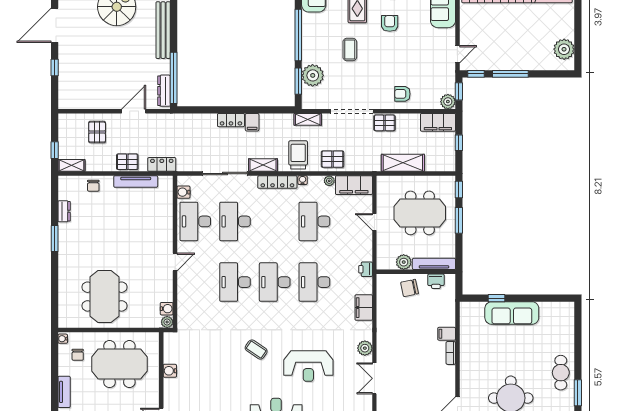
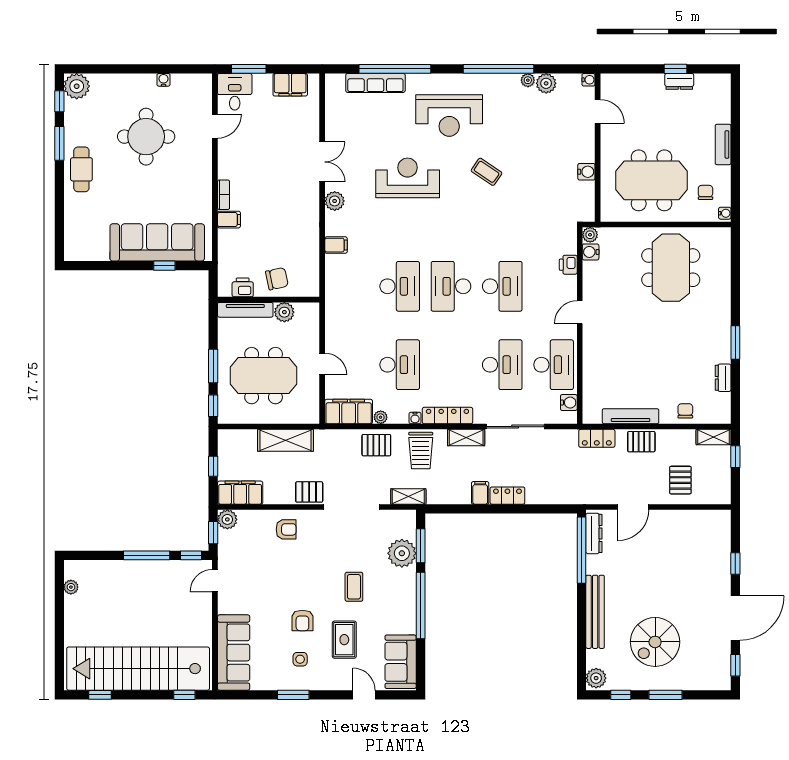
plant: (564, 49) -> (71, 587), width x0.53, depth x0.53
printer: (366, 269) -> (568, 265), moved, turned 180
desk: (275, 282) -> (451, 286), turned 180
filing cabinet: (364, 308) -> (336, 245), width x0.50
sofa: (512, 313) -> (157, 242), width x1.36, depth x1.27
coffee table: (256, 350) -> (487, 172), moved

